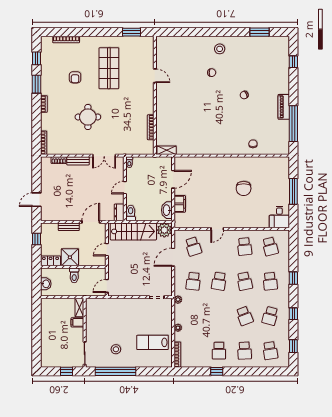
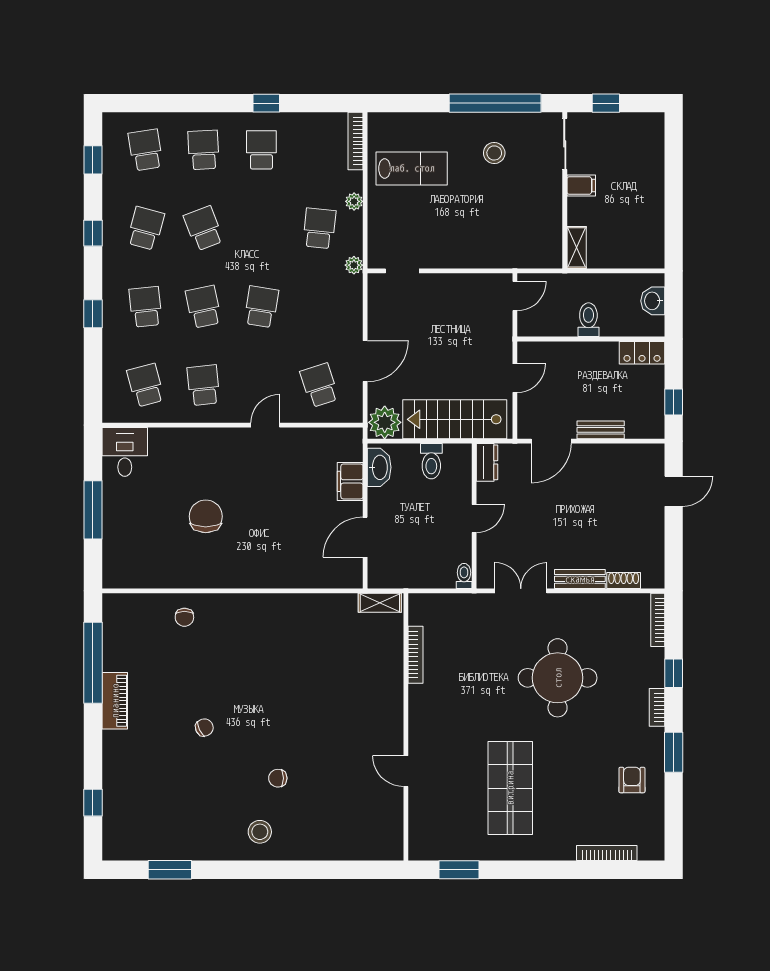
window: (37, 58) -> (674, 673), moved
armchair: (75, 77) -> (632, 780), moved
round table: (88, 117) -> (558, 678), width x1.36, depth x1.36
toilet: (131, 213) -> (431, 461), moved
shower: (70, 257) -> (598, 361), removed
school desk: (193, 281) -> (319, 228), moved
filing cabinet: (77, 322) -> (581, 186), moved

